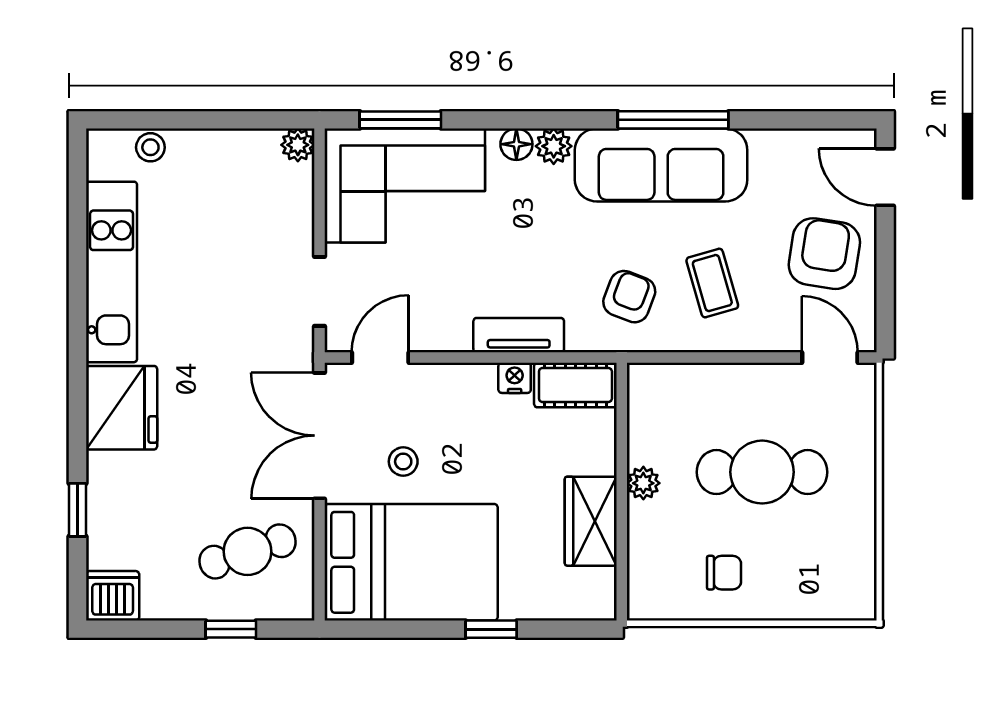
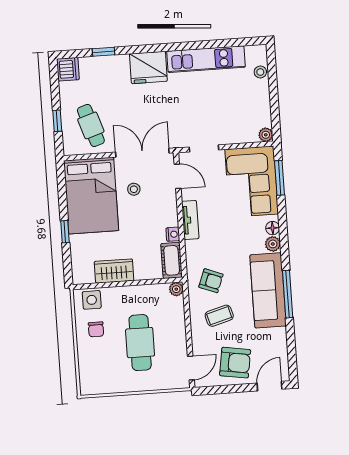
tv unit: (519, 335) -> (190, 220), moved
plant: (643, 483) -> (176, 289), moved
side table: (655, 578) -> (92, 300), added

